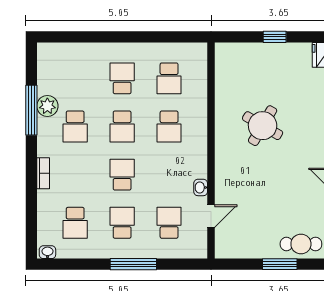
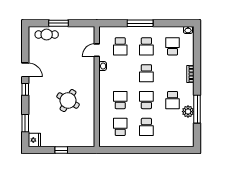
school desk: (75, 126) -> (173, 100), turned 180

